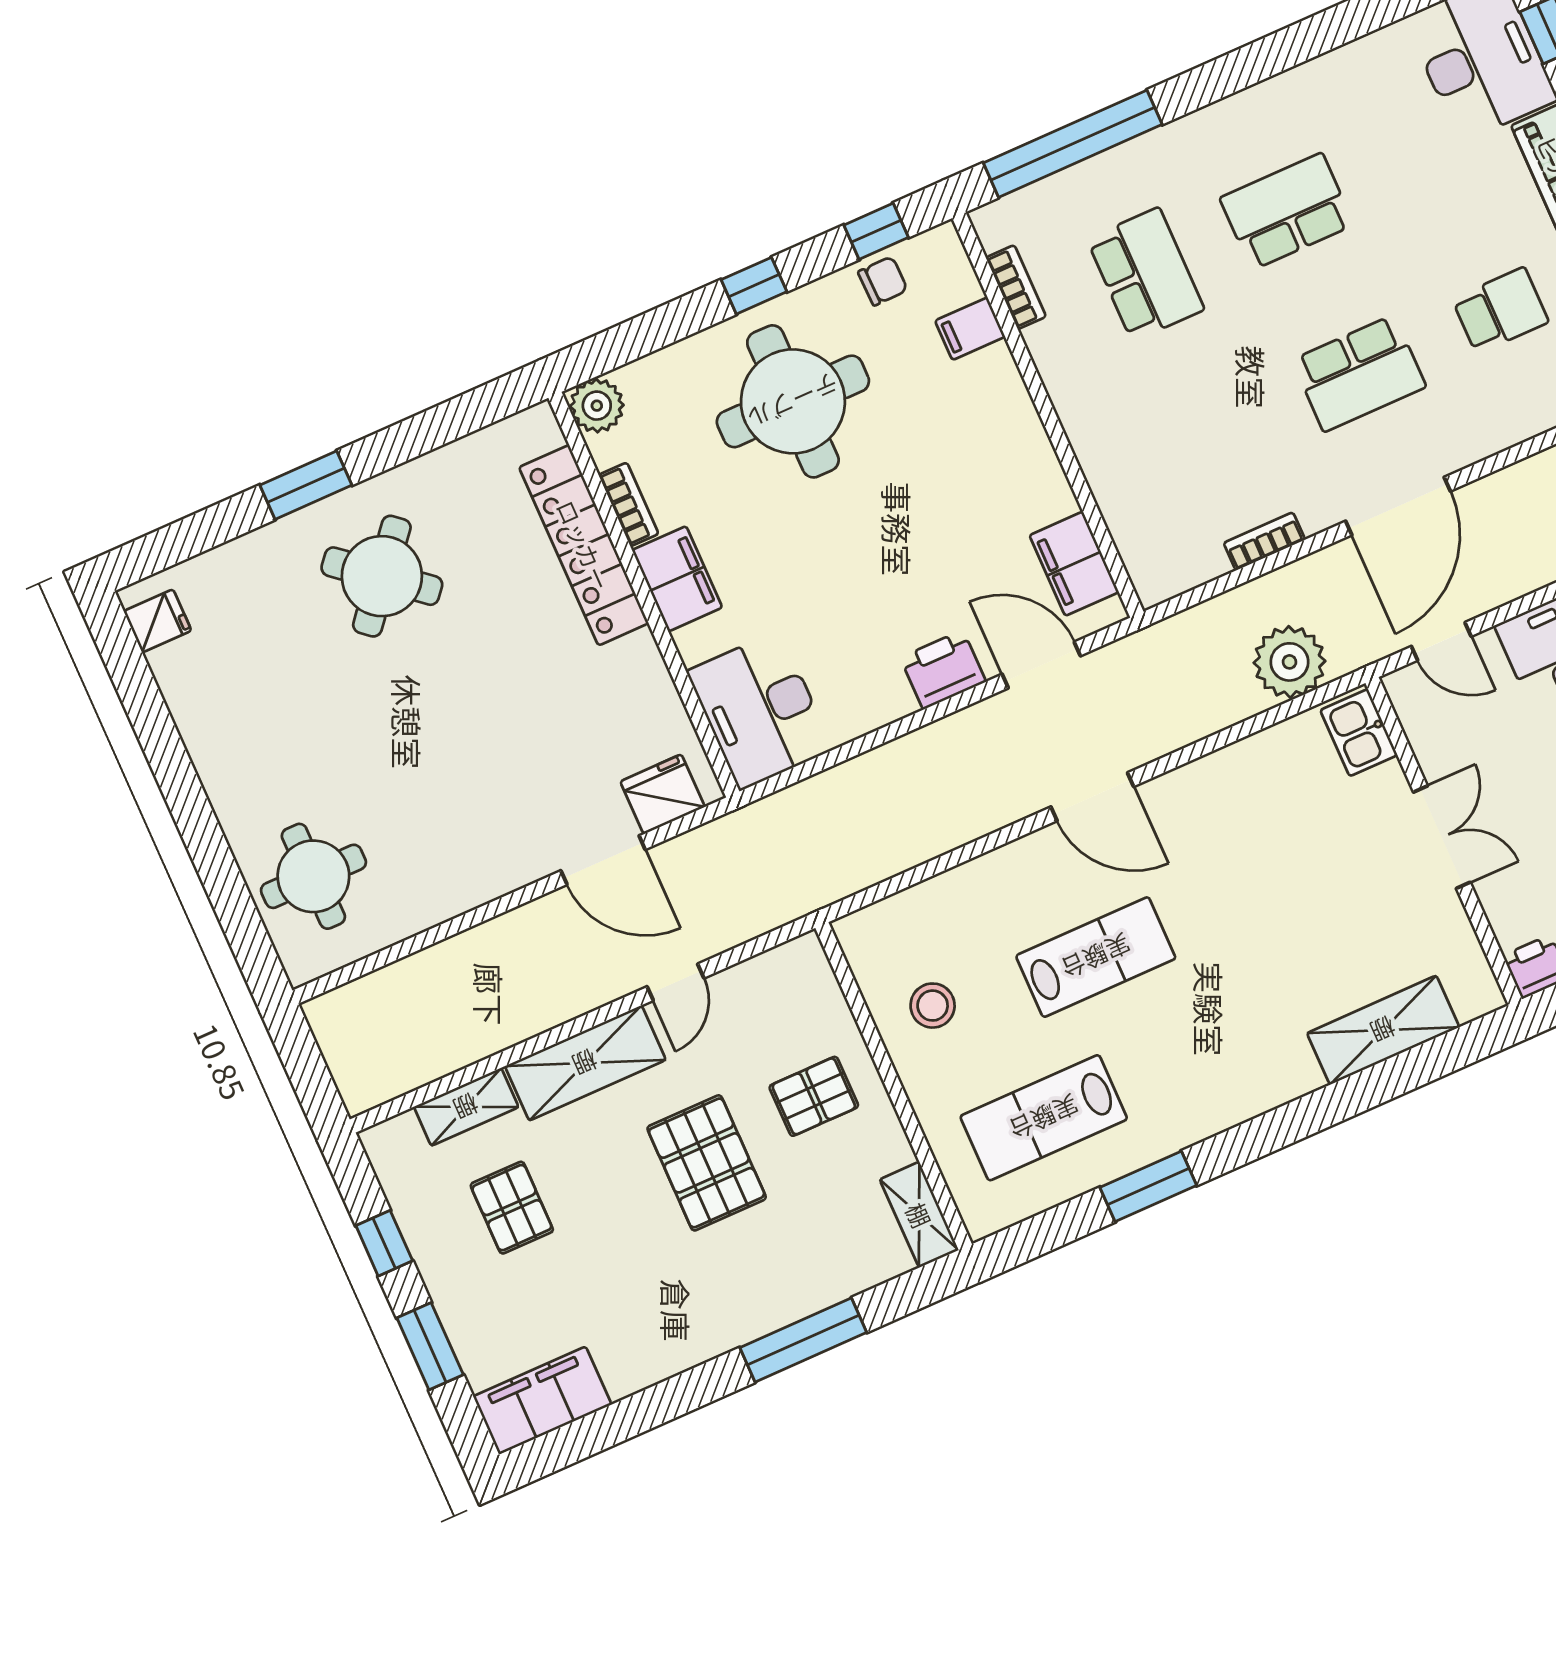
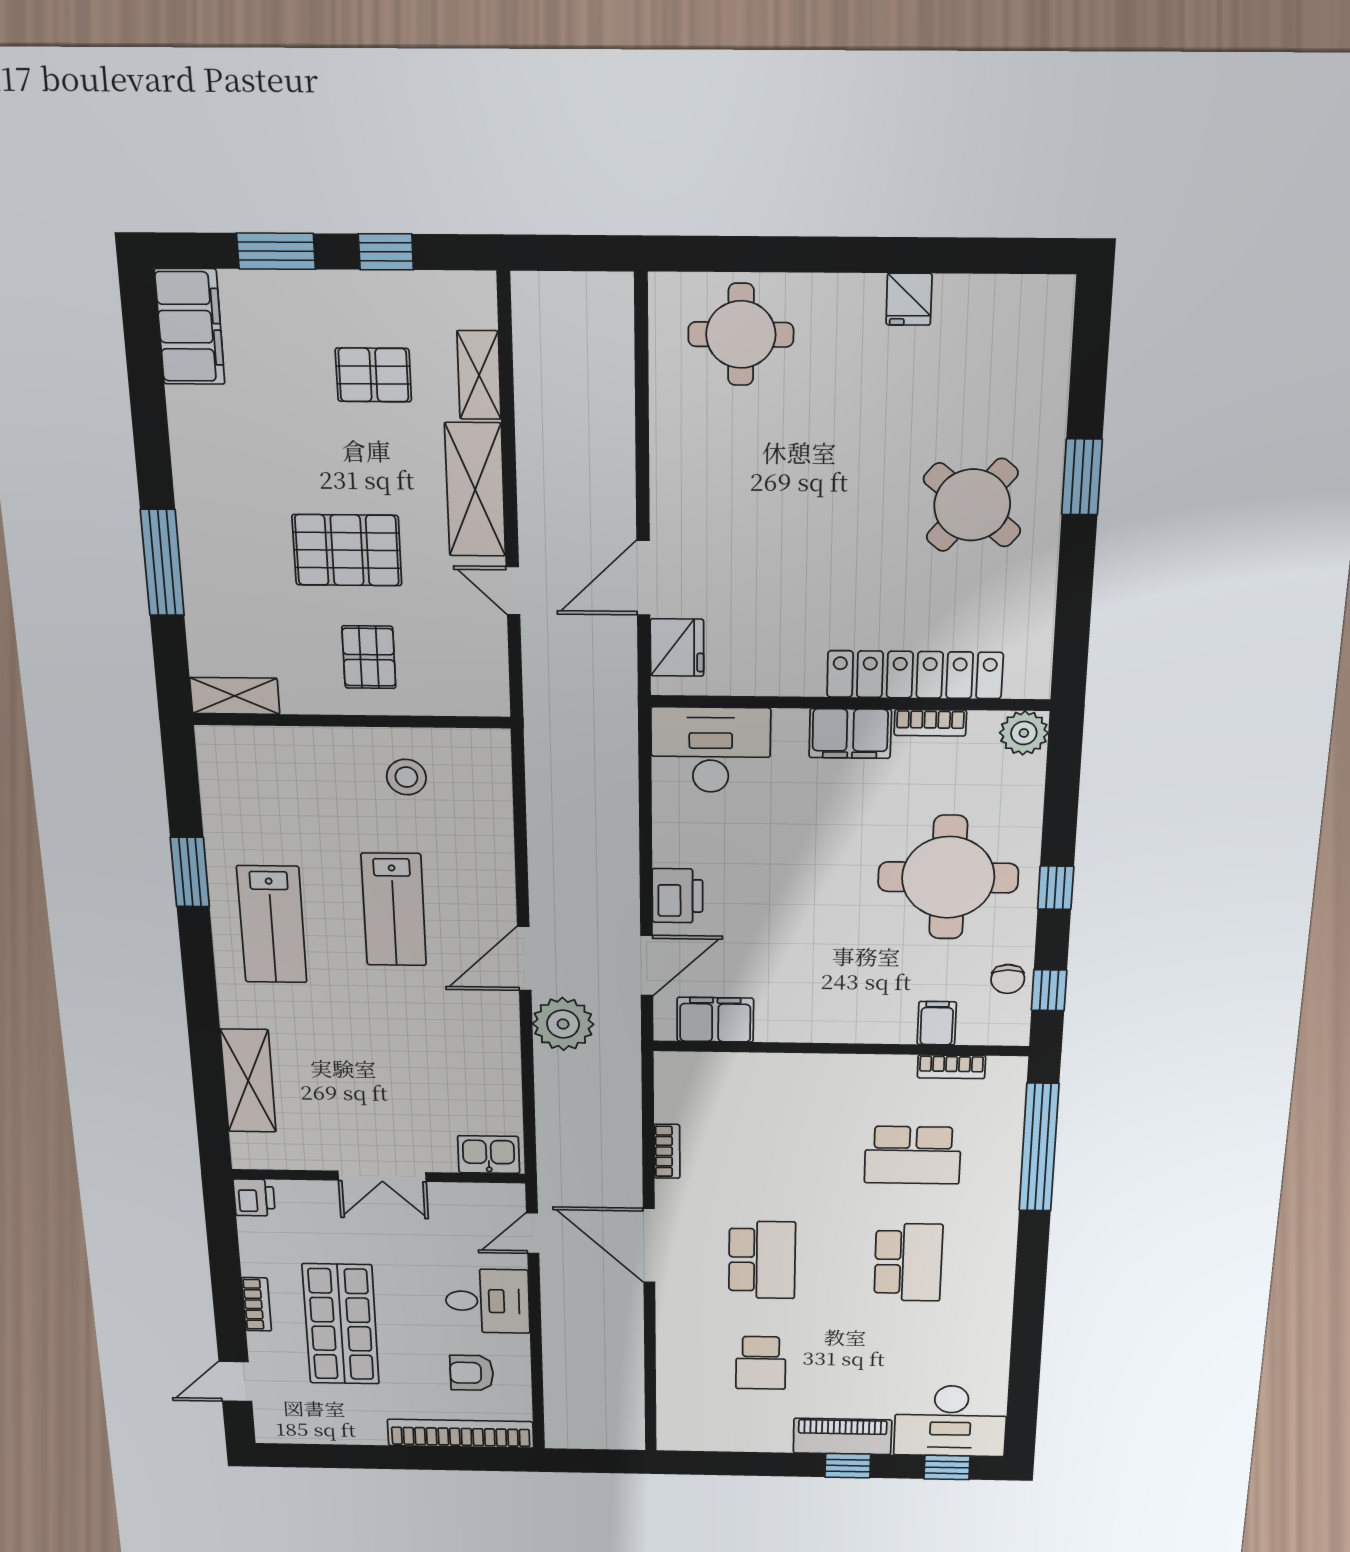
school desk: (1359, 373) -> (762, 1260), turned 180
fridge: (158, 621) -> (909, 299), moved
plant: (1289, 662) -> (563, 1024), moved
lab bench: (1044, 1118) -> (272, 924), moved, turned 180

